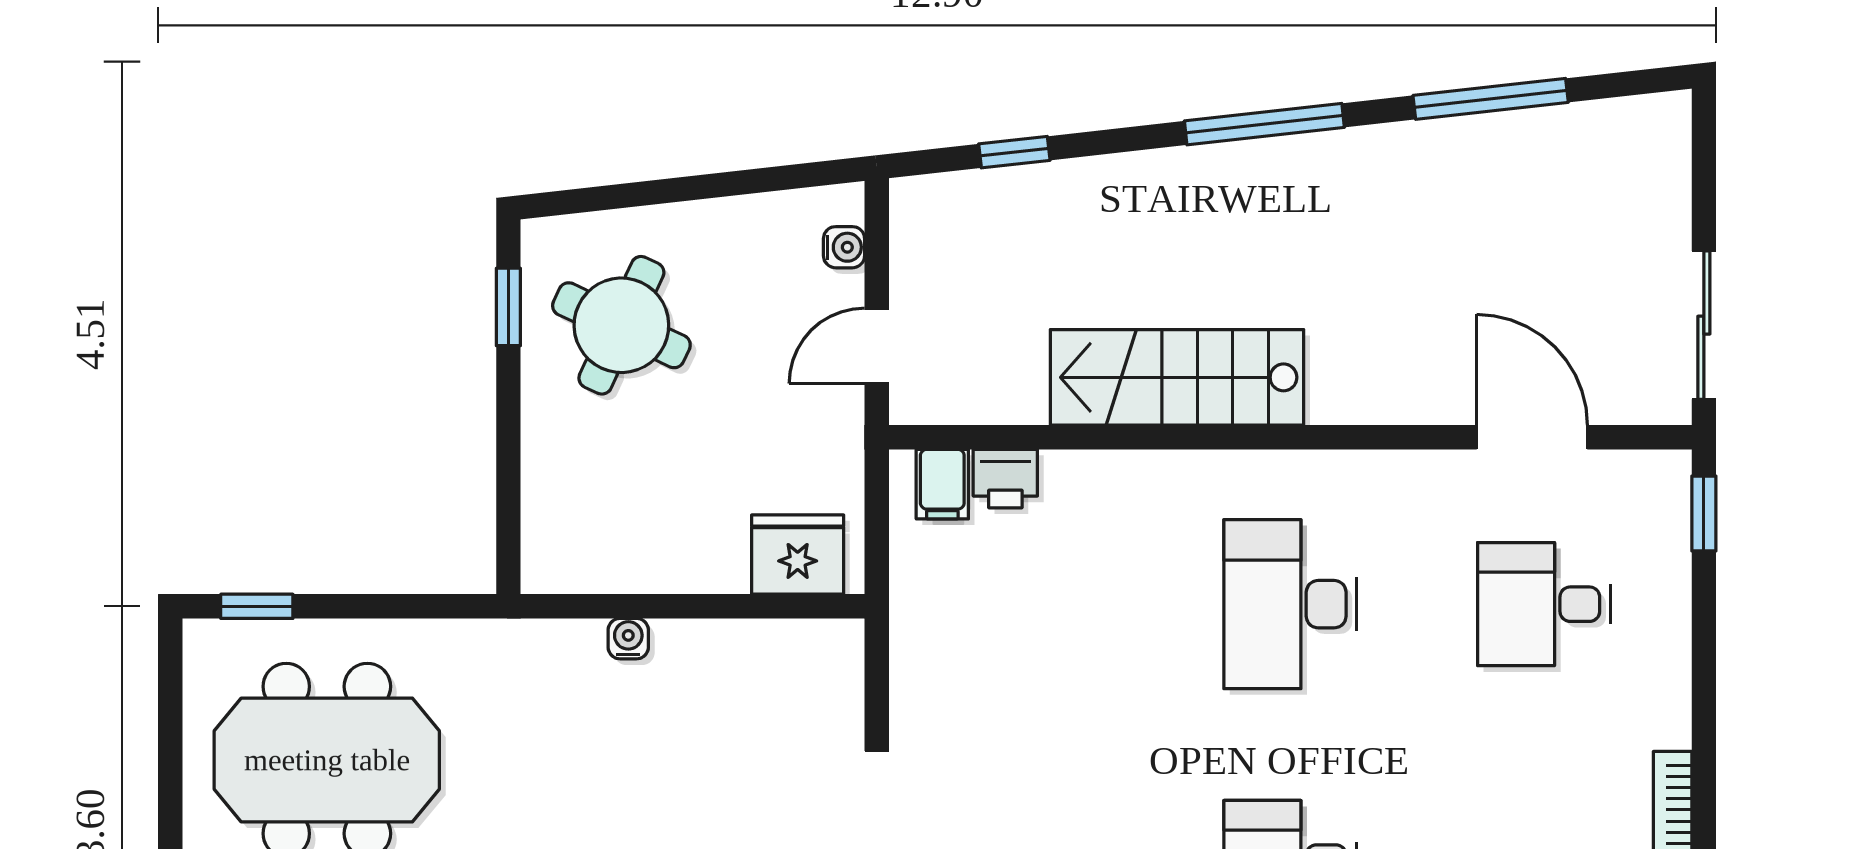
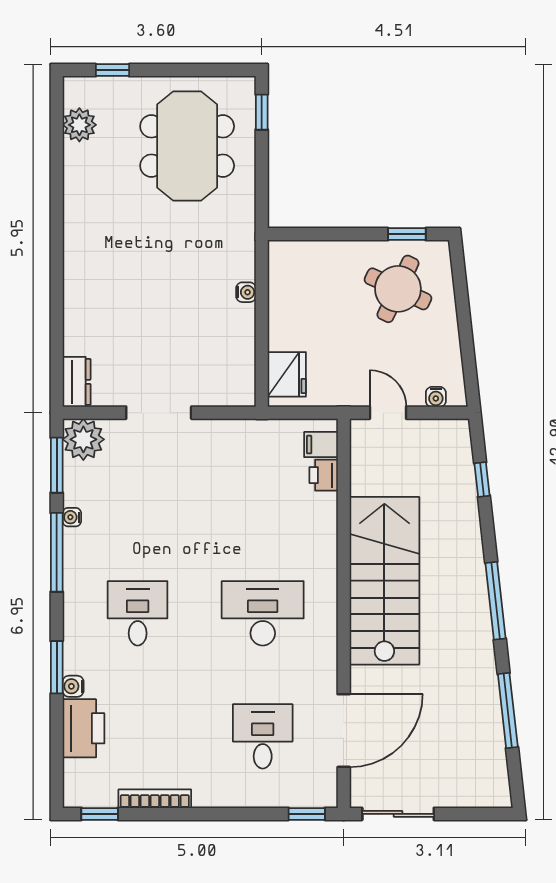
stairs: (1177, 377) -> (384, 581), width x1.36, depth x1.51
door: (1532, 437) -> (344, 731), width x1.36

